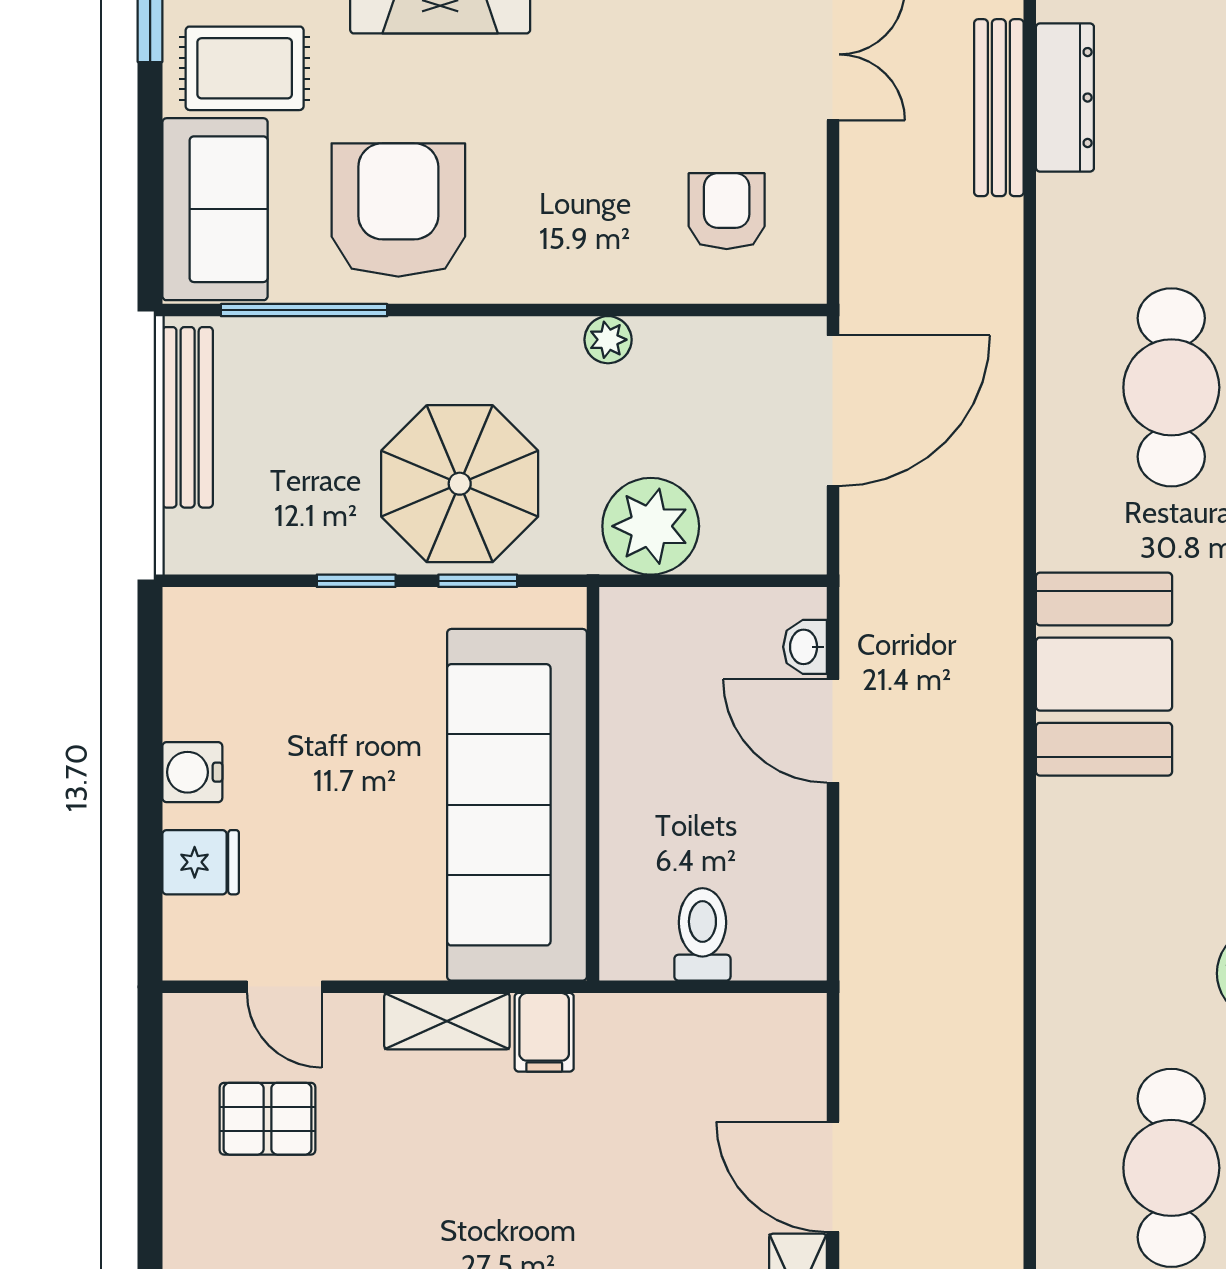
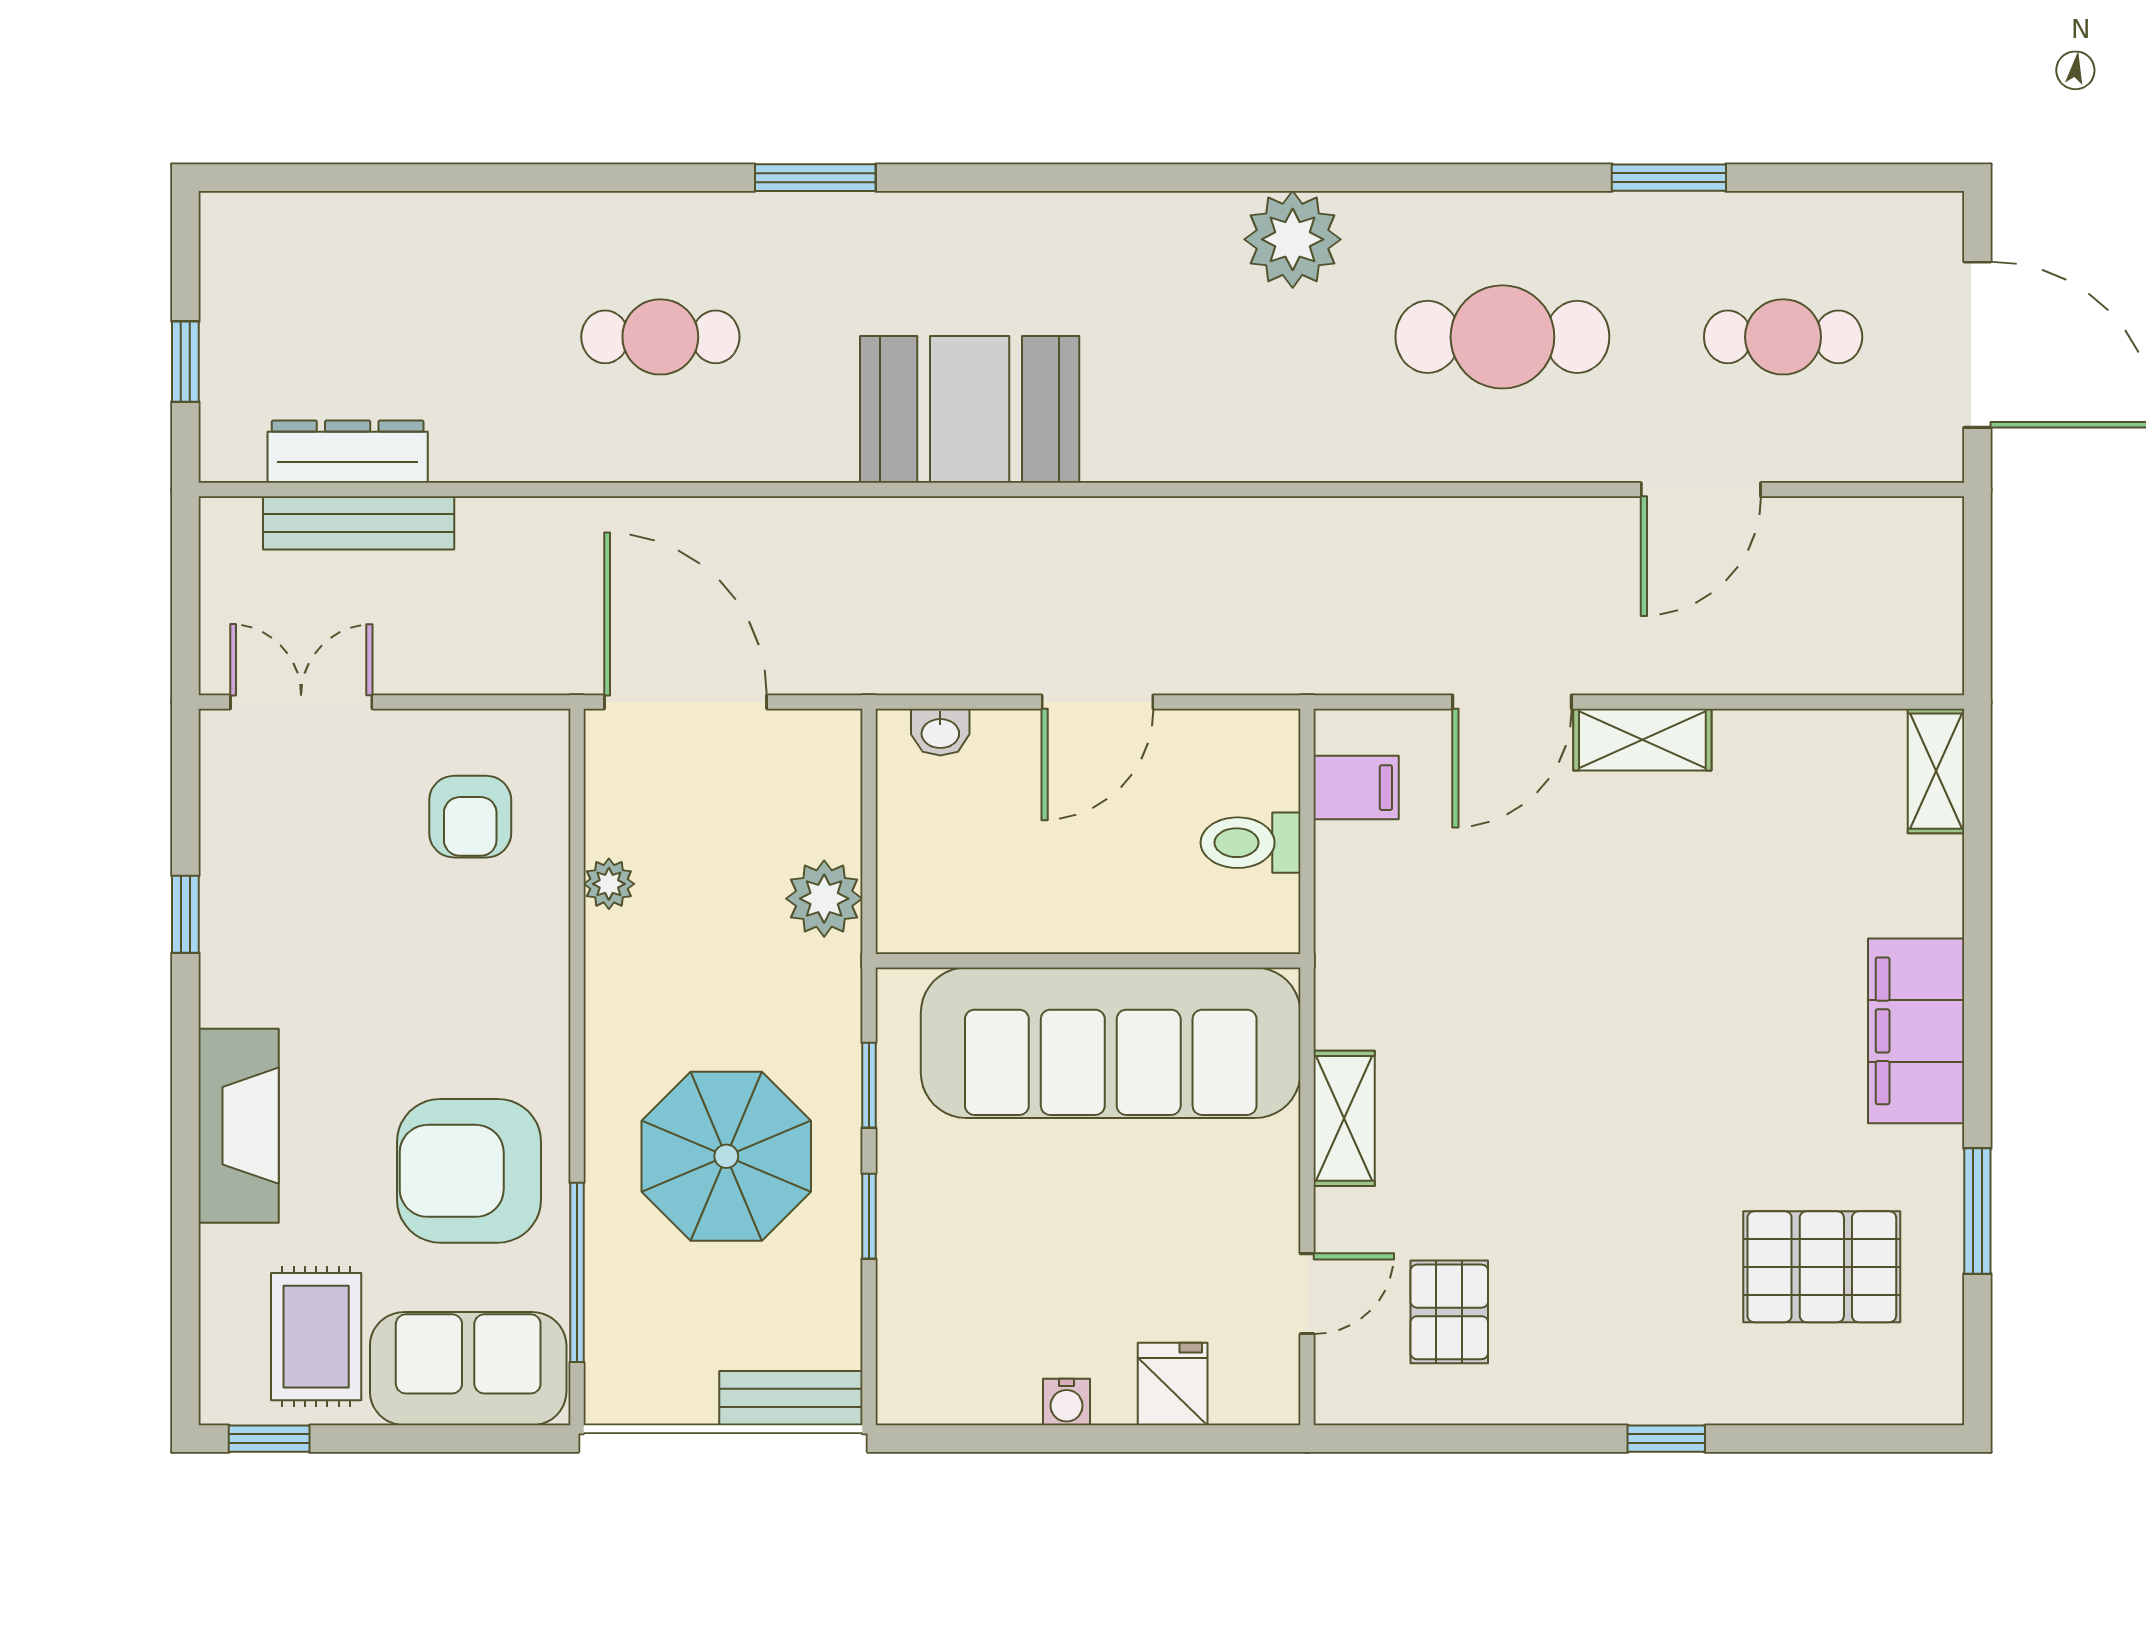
armchair: (727, 211) -> (470, 817), turned -90
plant: (608, 340) -> (609, 884), moved
cafe table: (1171, 387) -> (660, 337), width x0.73, depth x0.74
bench: (188, 417) -> (791, 1398), moved, width x0.73
parasol: (460, 484) -> (726, 1156), moved
plant: (651, 526) -> (824, 899), width x0.73, depth x0.73
door: (833, 731) -> (1097, 702), moved
water cooler: (192, 772) -> (1067, 1402), width x0.72, depth x0.72
filing cabinet: (544, 1032) -> (1356, 788), moved

